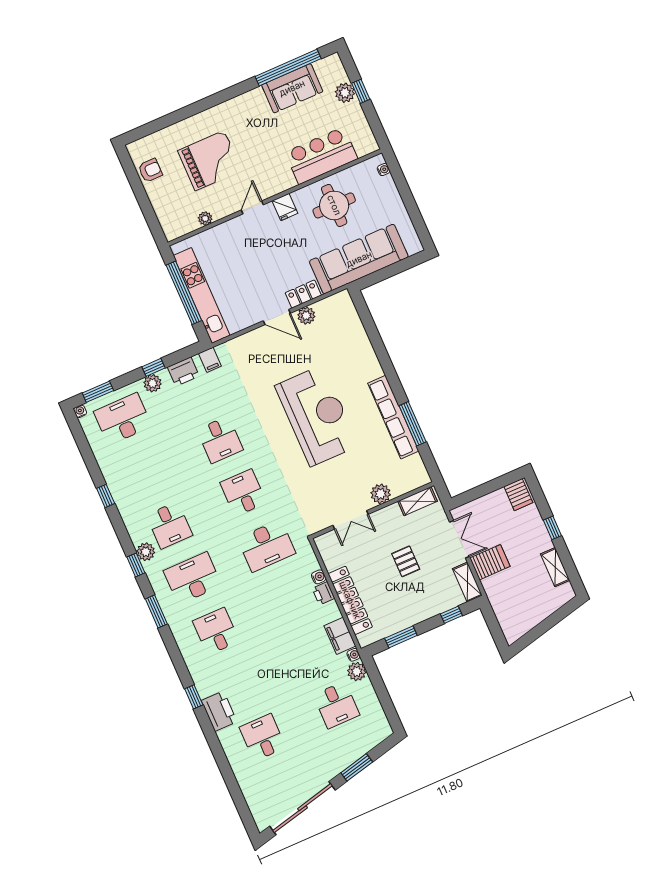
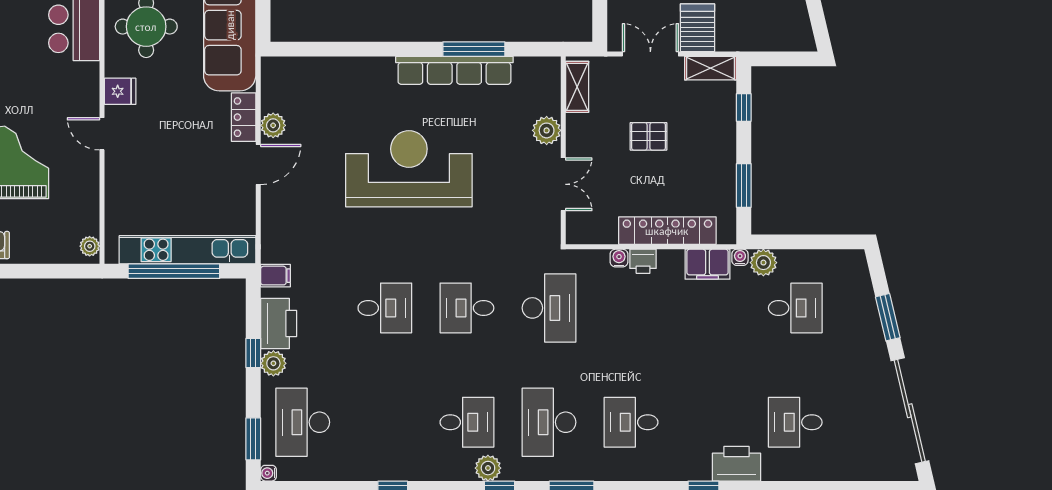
plant: (205, 219) -> (90, 246), moved
printer: (183, 372) -> (279, 324), width x1.37, depth x1.19

